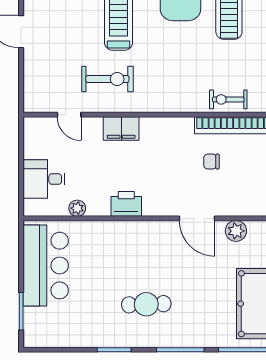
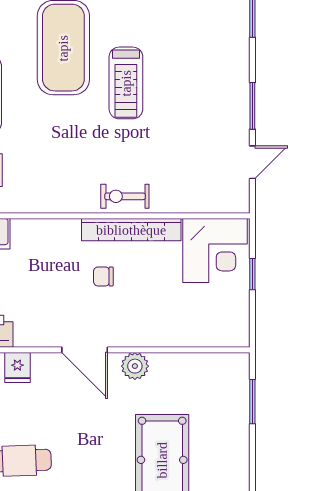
fridge: (145, 232) -> (17, 368), added

